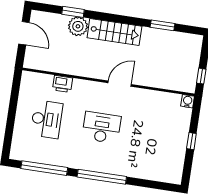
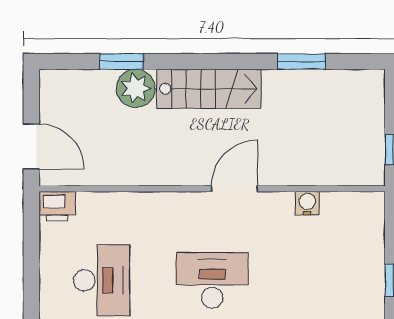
door: (24, 33) -> (31, 146), moved
printer: (63, 84) -> (57, 206), moved
water cooler: (188, 101) -> (307, 203), moved

